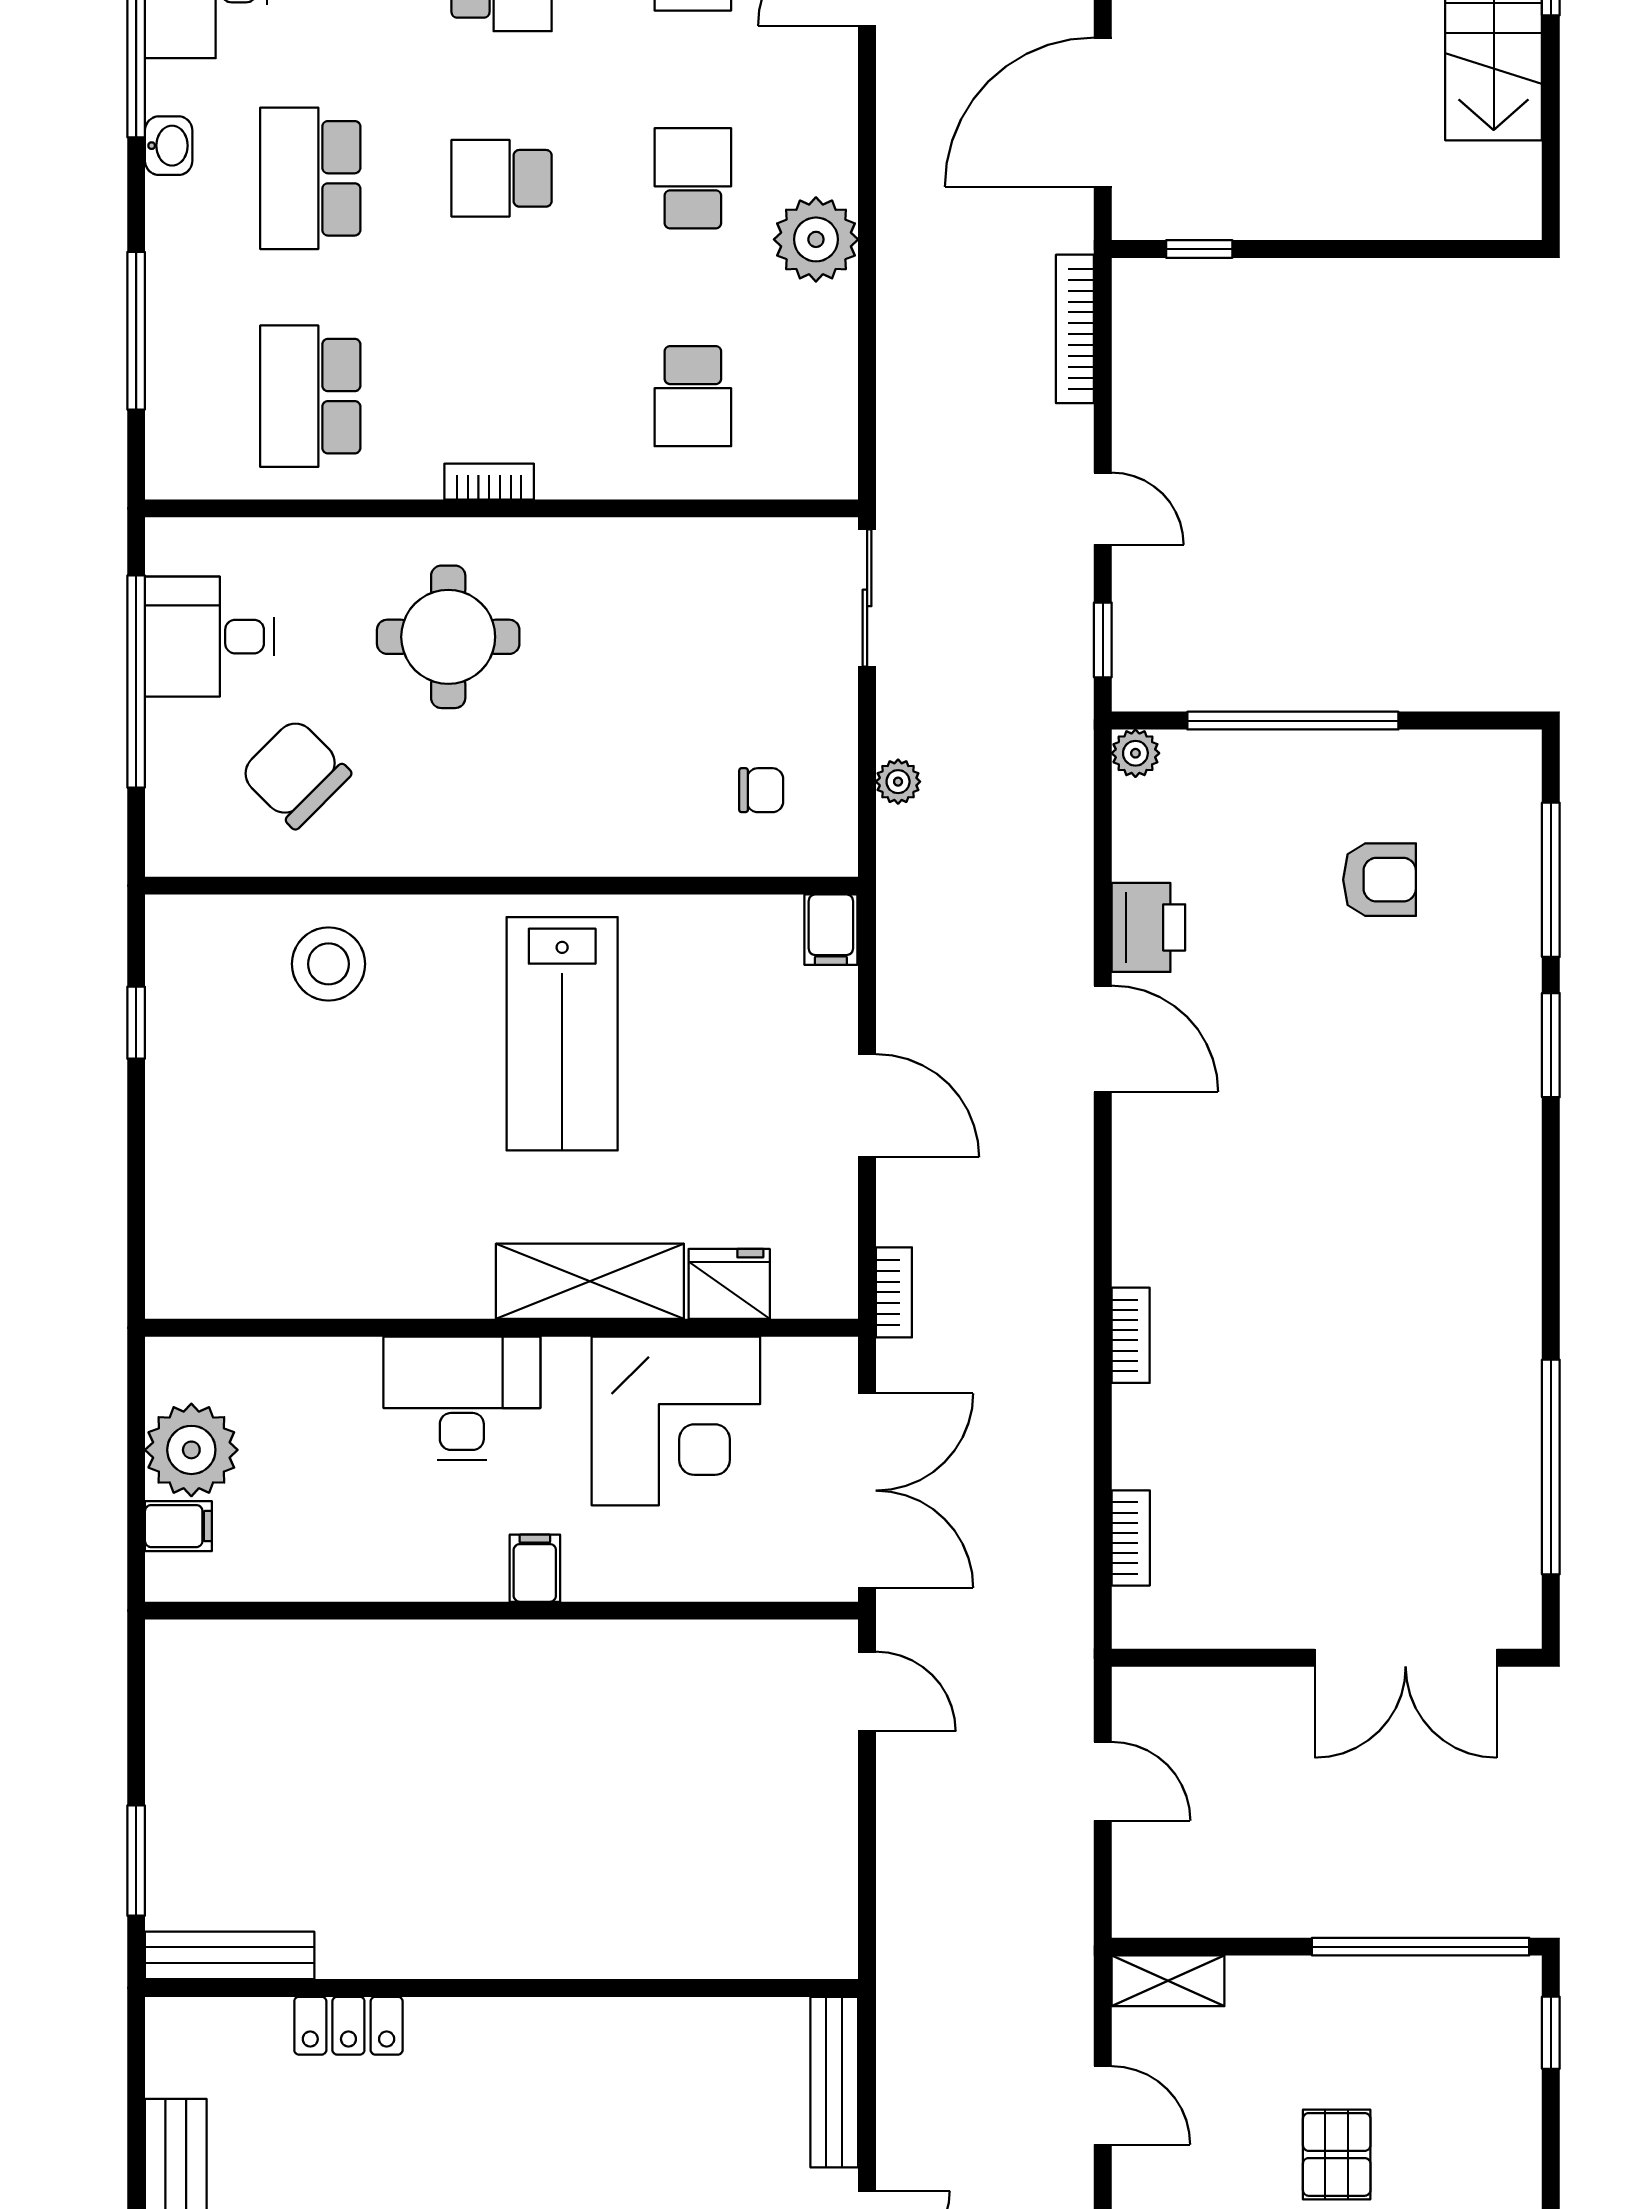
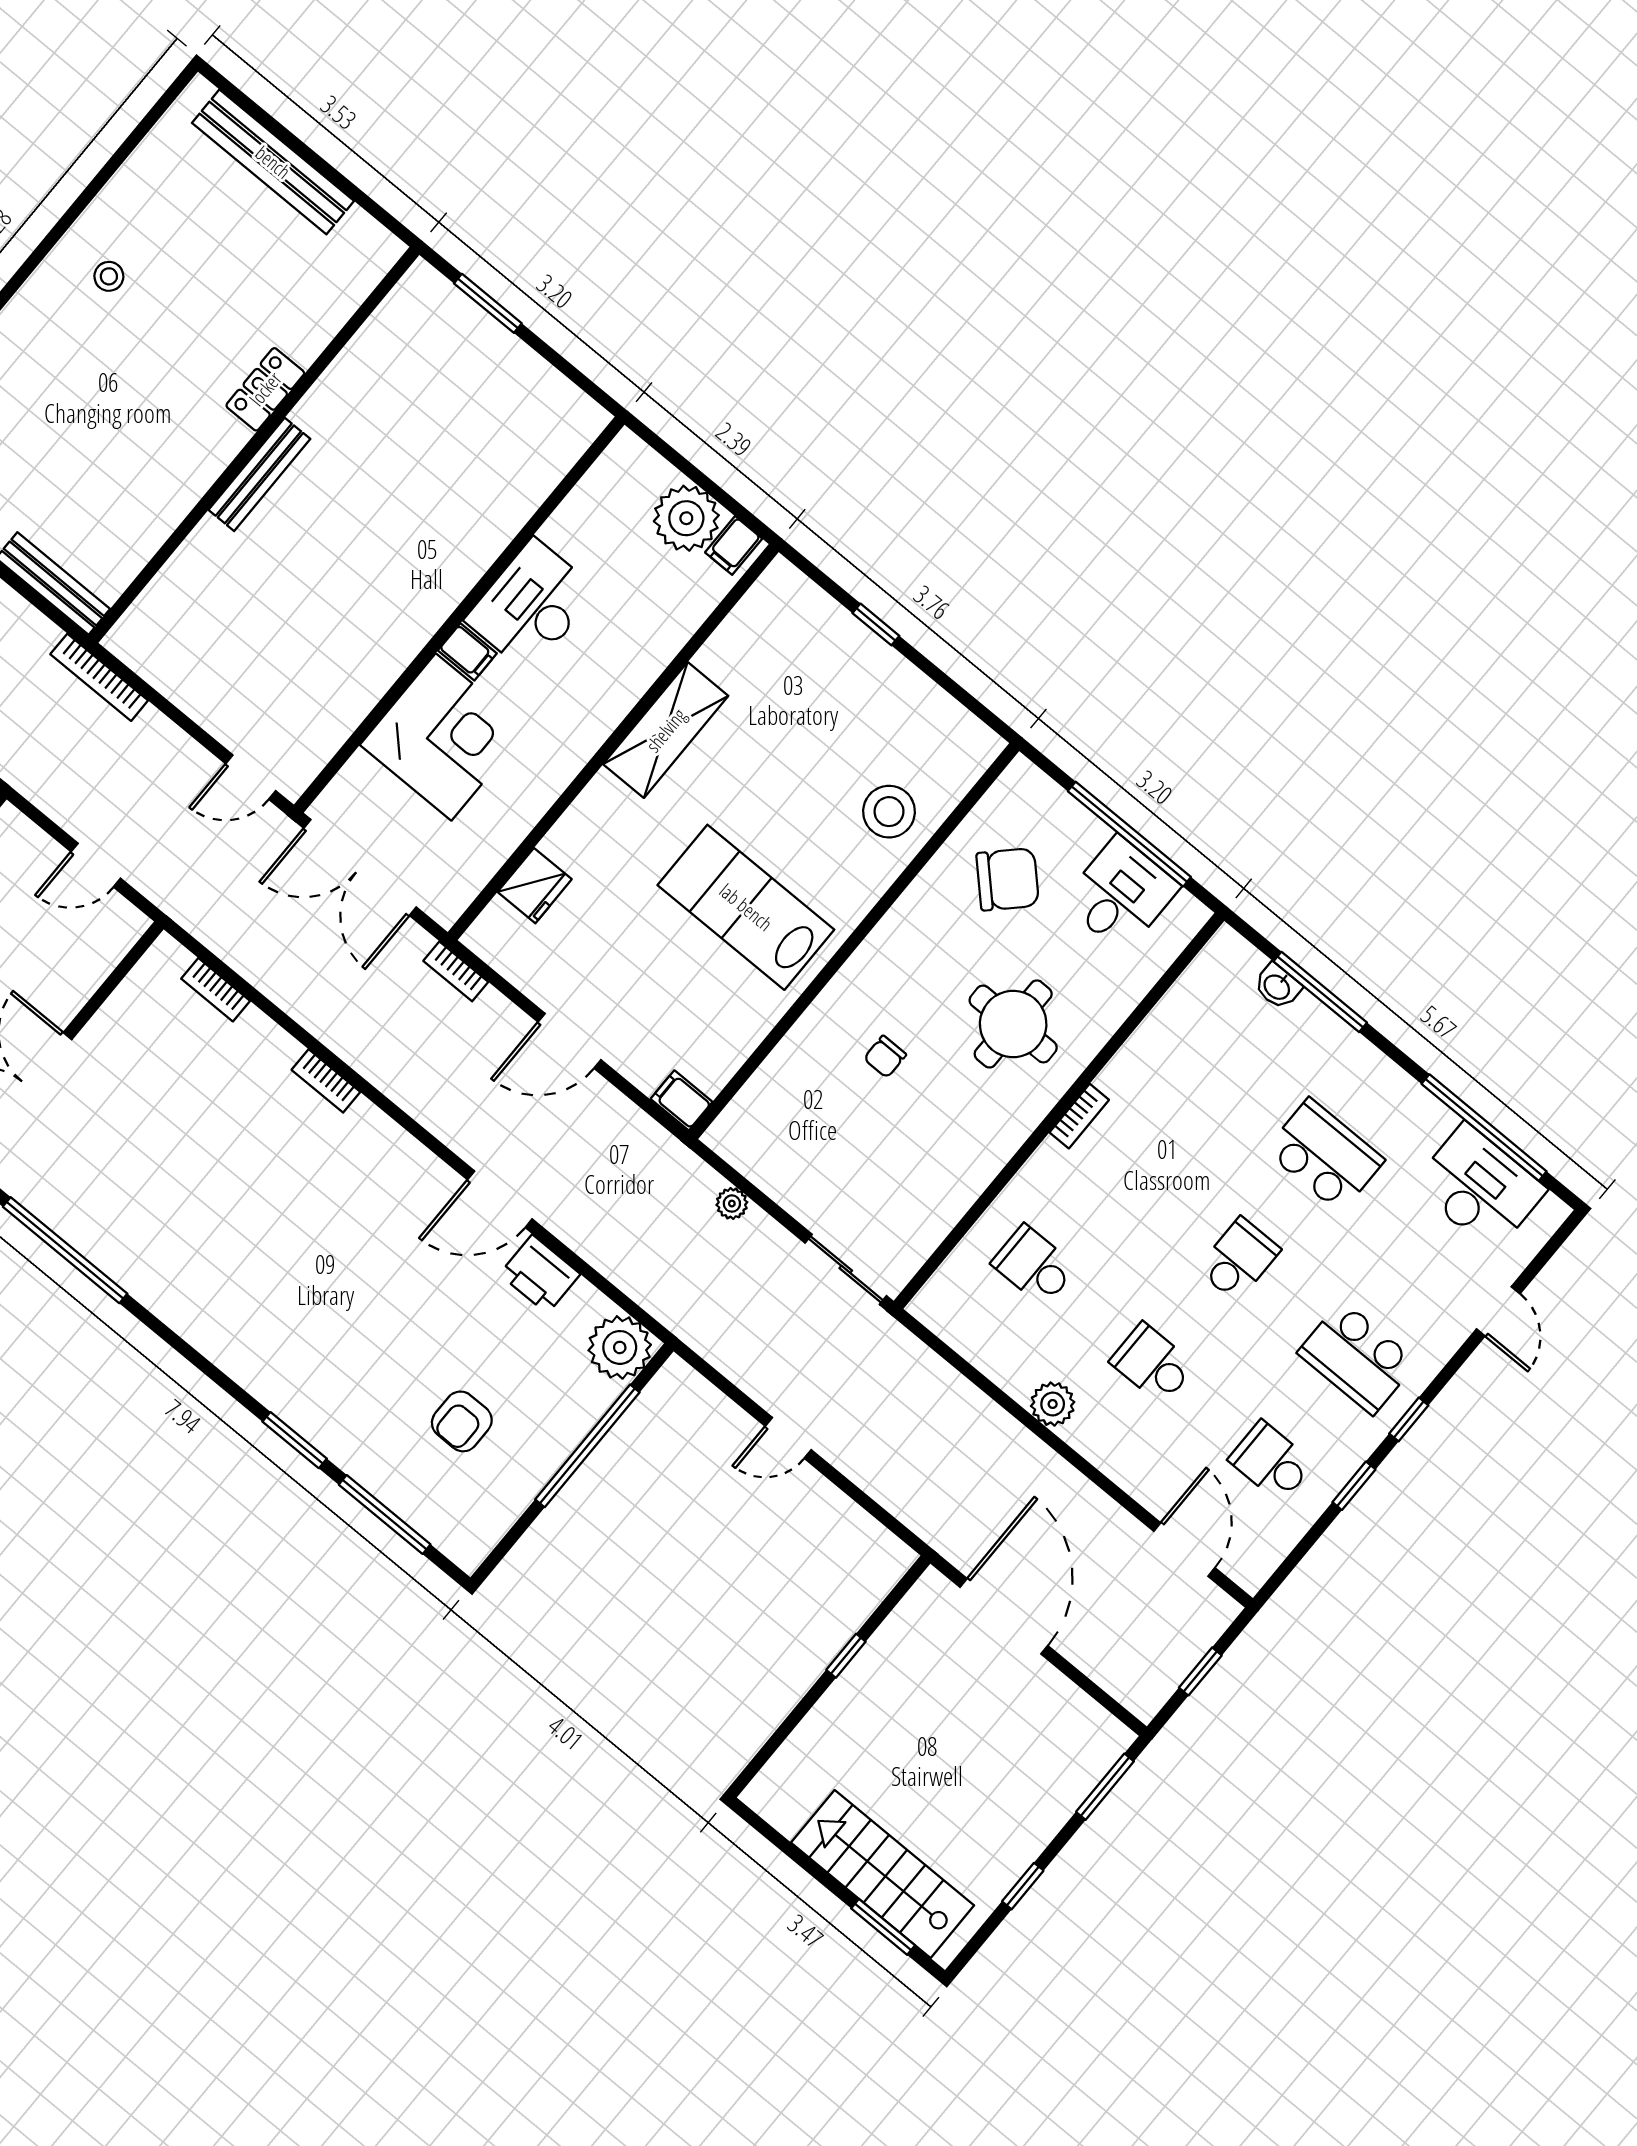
washbasin: (169, 146) -> (1277, 986), moved
school desk: (693, 178) -> (1153, 1364), turned 180
plant: (816, 239) -> (1053, 1404), width x0.73, depth x0.73
window: (1199, 249) -> (846, 1656), moved
bookcase: (1075, 329) -> (99, 677), moved, turned 180
school desk: (310, 396) -> (1206, 1057), removed
window: (1103, 640) -> (717, 1379), removed
plant: (1135, 753) -> (620, 1347), width x1.87, depth x1.87
chair: (761, 790) -> (885, 1057), moved
window: (136, 1023) -> (876, 624), moved
shelving: (590, 1281) -> (666, 730), moved
desk: (462, 1398) -> (531, 606), moved, turned 180
corner desk: (676, 1421) -> (444, 737), moved, turned 180
filing cabinet: (178, 1526) -> (734, 545), moved
bench: (230, 1955) -> (259, 474), moved
locker: (348, 2026) -> (265, 389), moved

